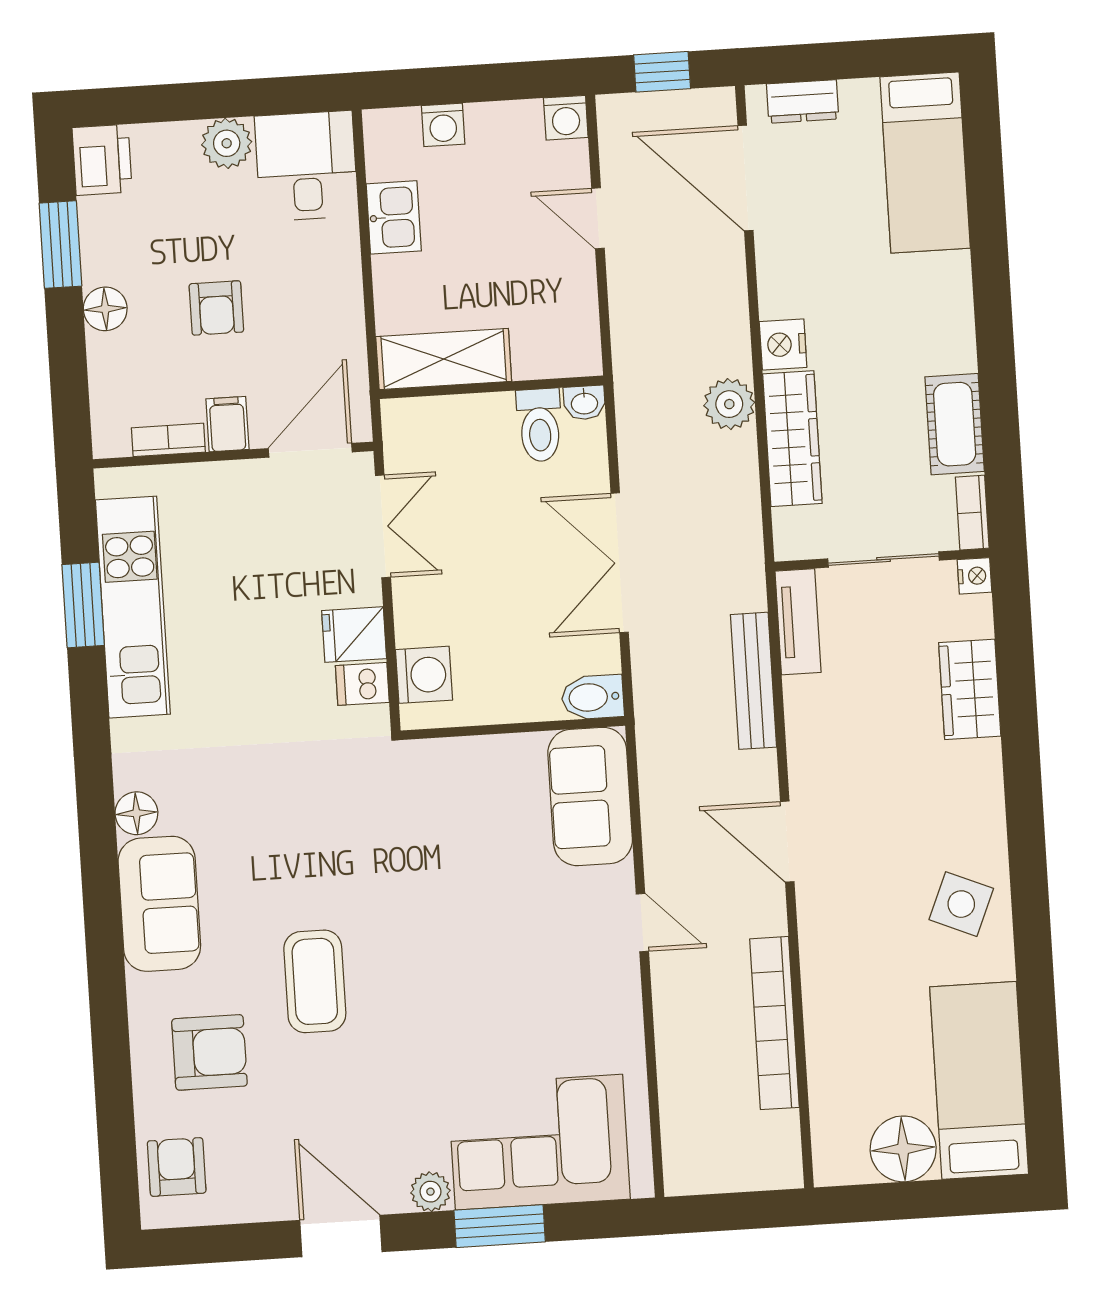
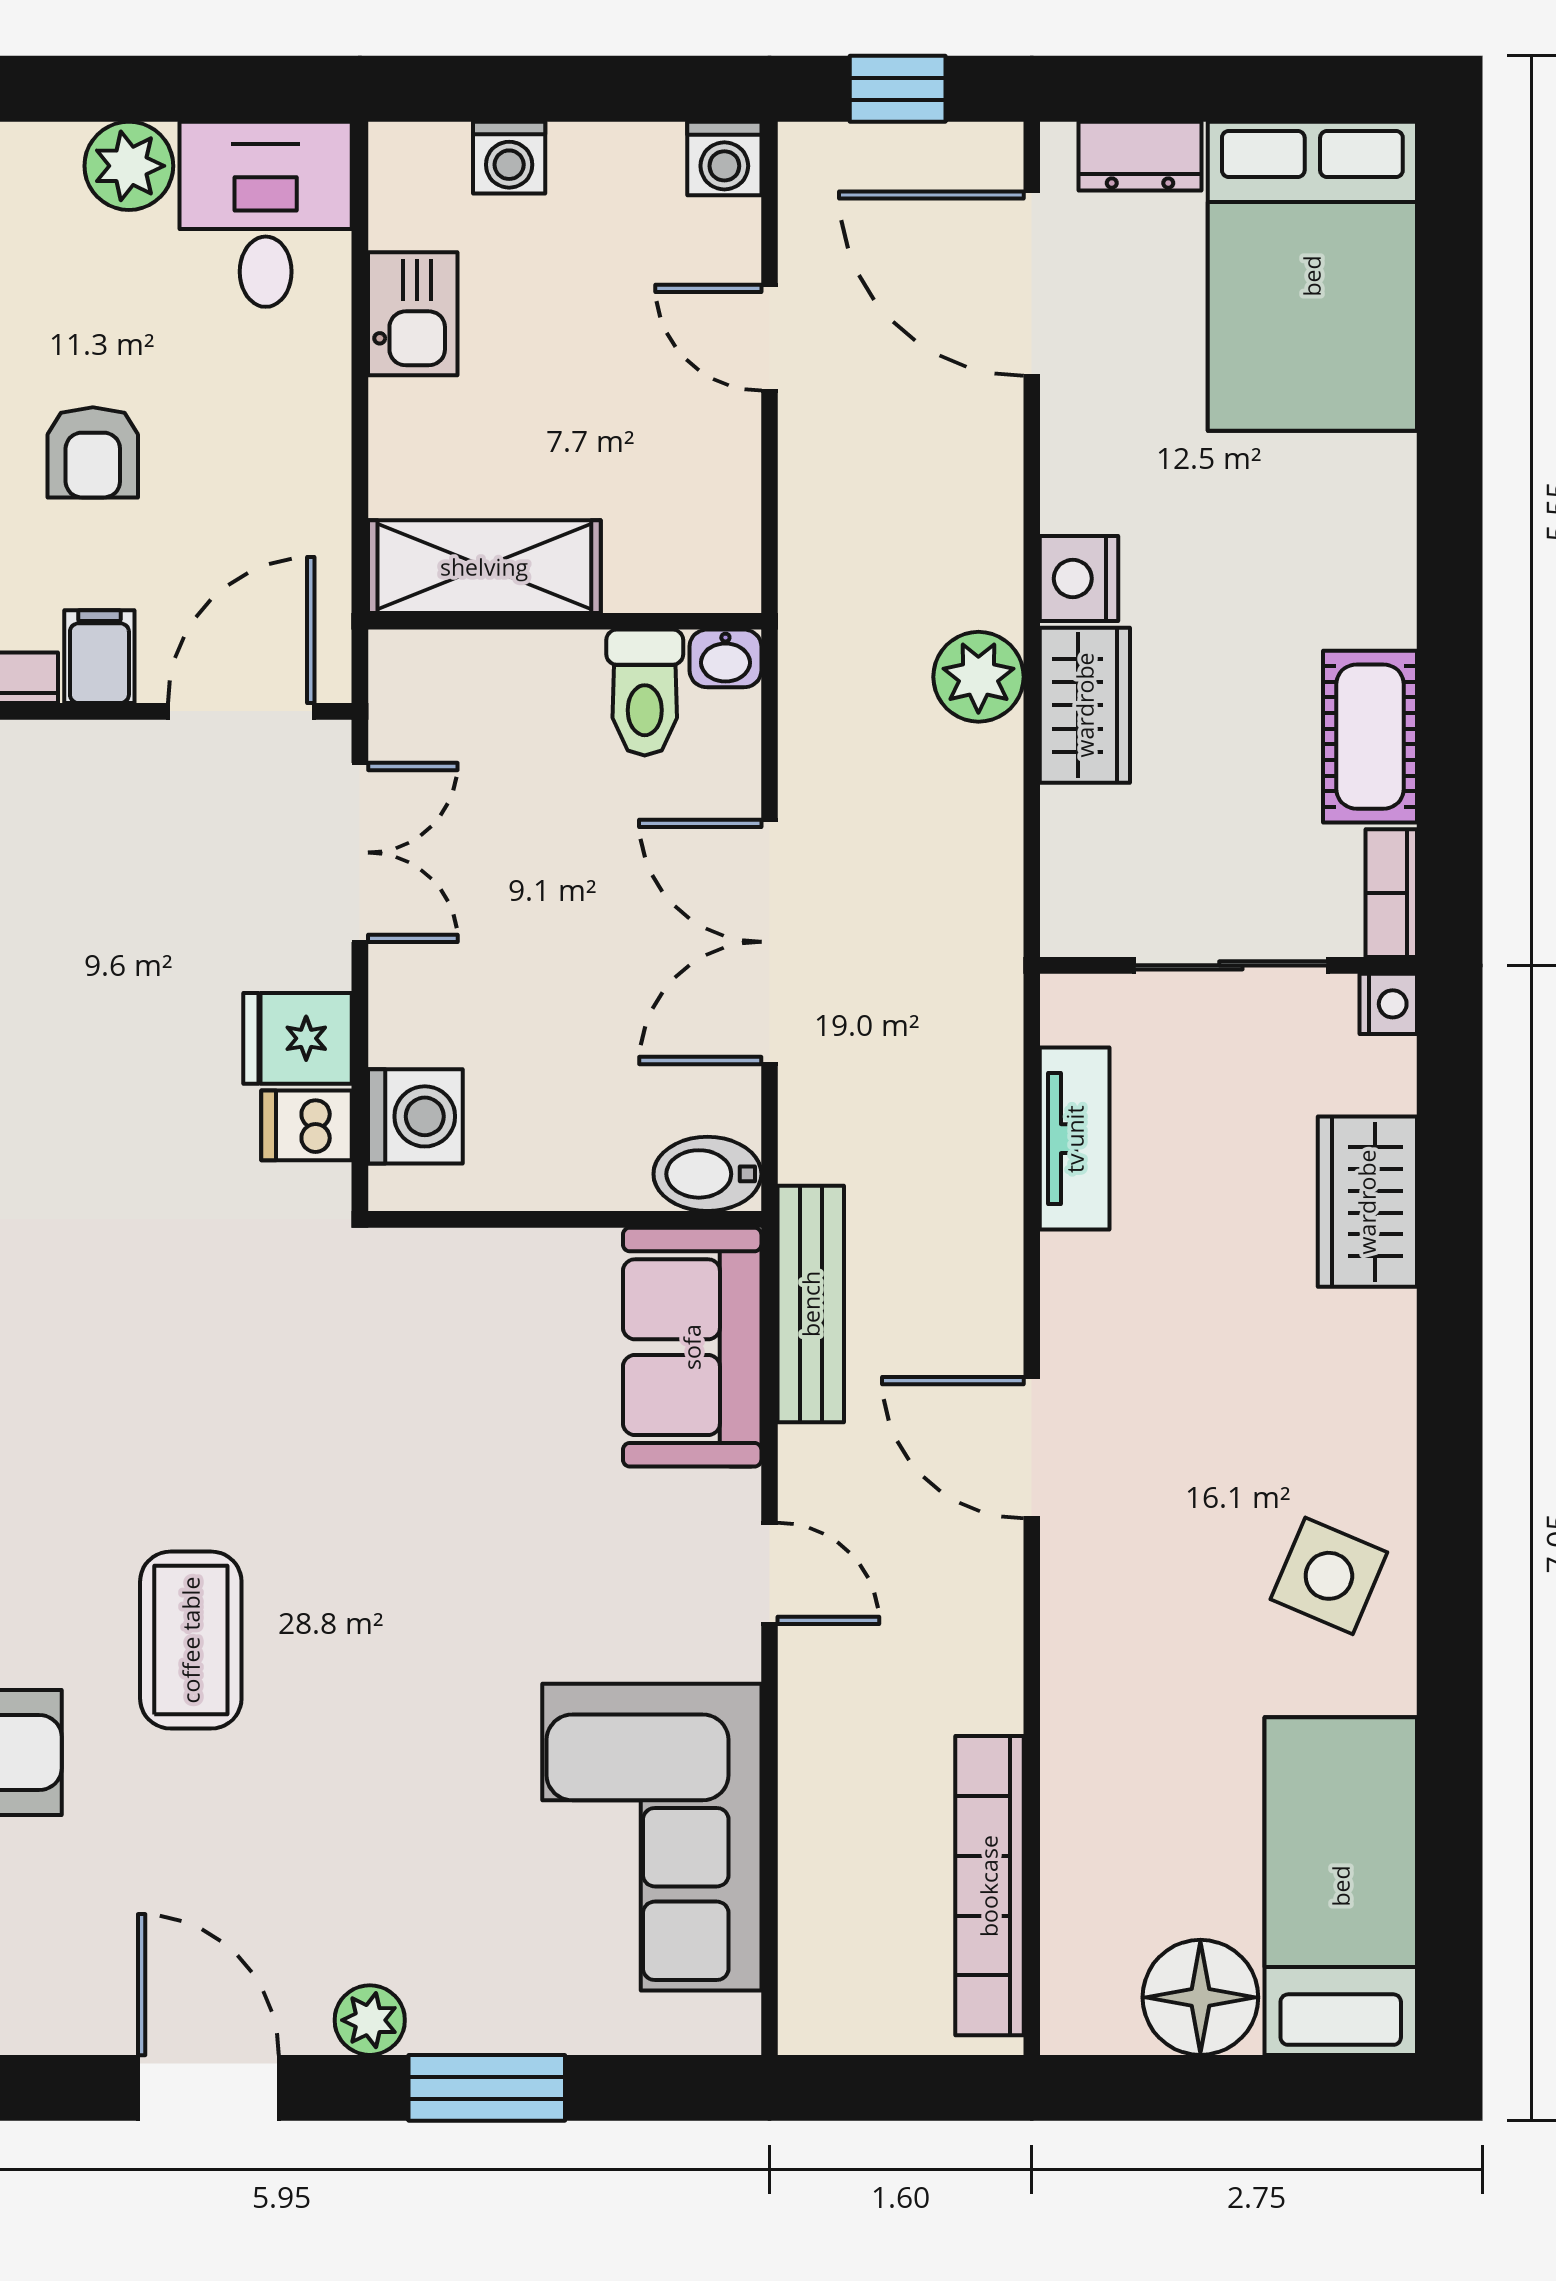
bed: (925, 162) -> (1312, 276), width x1.50
wardrobe: (792, 439) -> (1085, 705), width x0.67
tv unit: (798, 622) -> (1075, 1139), moved
bench: (753, 681) -> (811, 1304), moved
bookcase: (775, 1023) -> (989, 1886), moved
corner sofa: (539, 1142) -> (652, 1837), moved, turned -90

